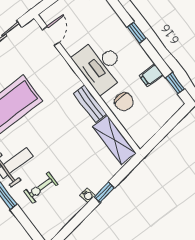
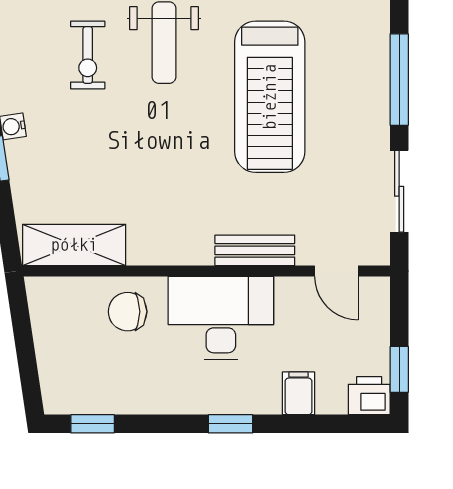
filing cabinet: (151, 75) -> (299, 393), moved
bench: (90, 104) -> (255, 250), moved
exercise bike: (41, 188) -> (88, 55), turned 180

